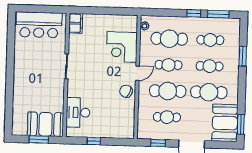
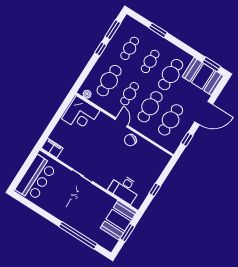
corner desk: (122, 47) -> (81, 115), moved
window: (9, 95) -> (78, 235), added
cafe table: (167, 117) -> (171, 120), width x1.37, depth x1.35

